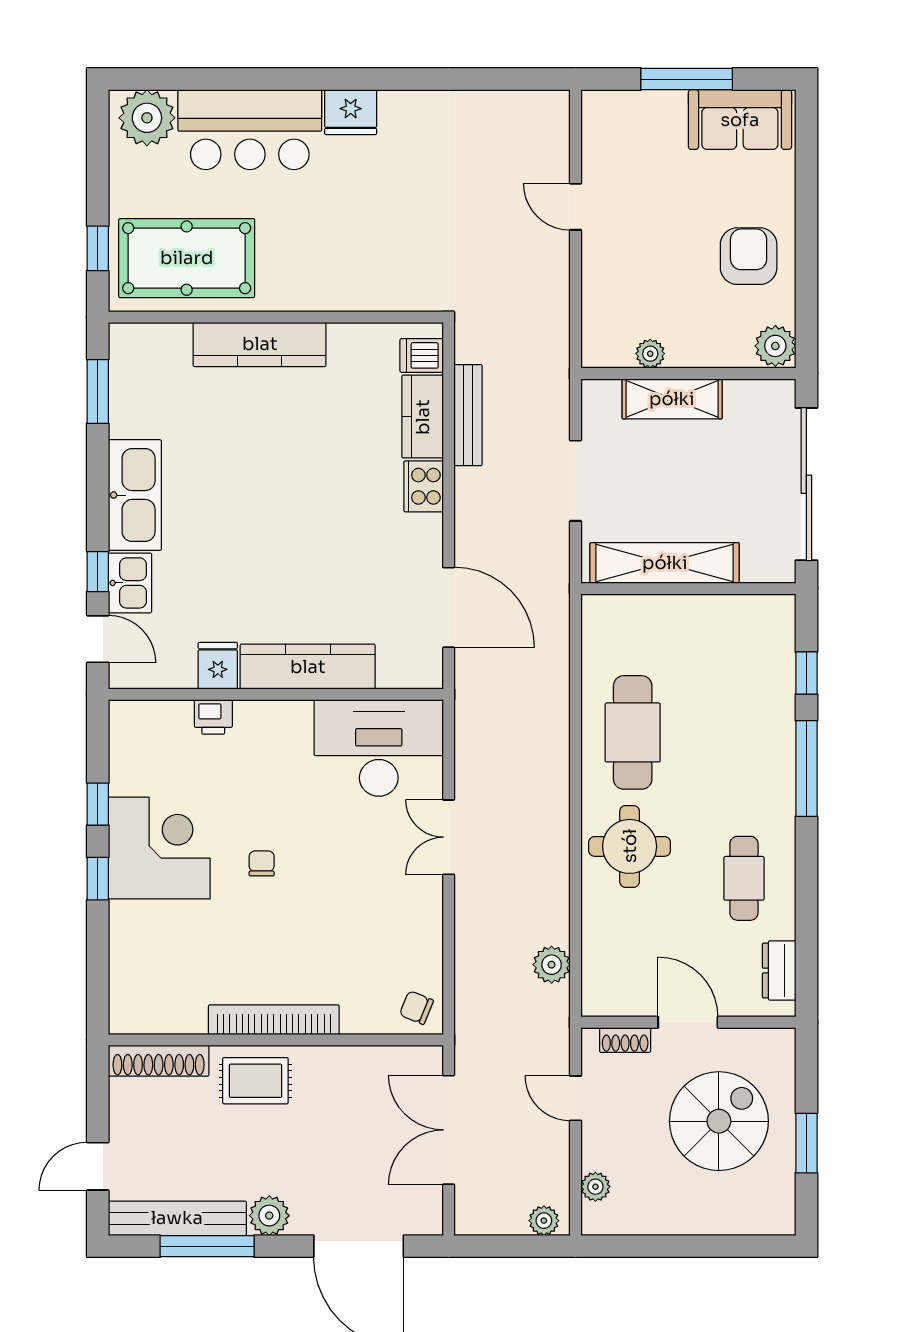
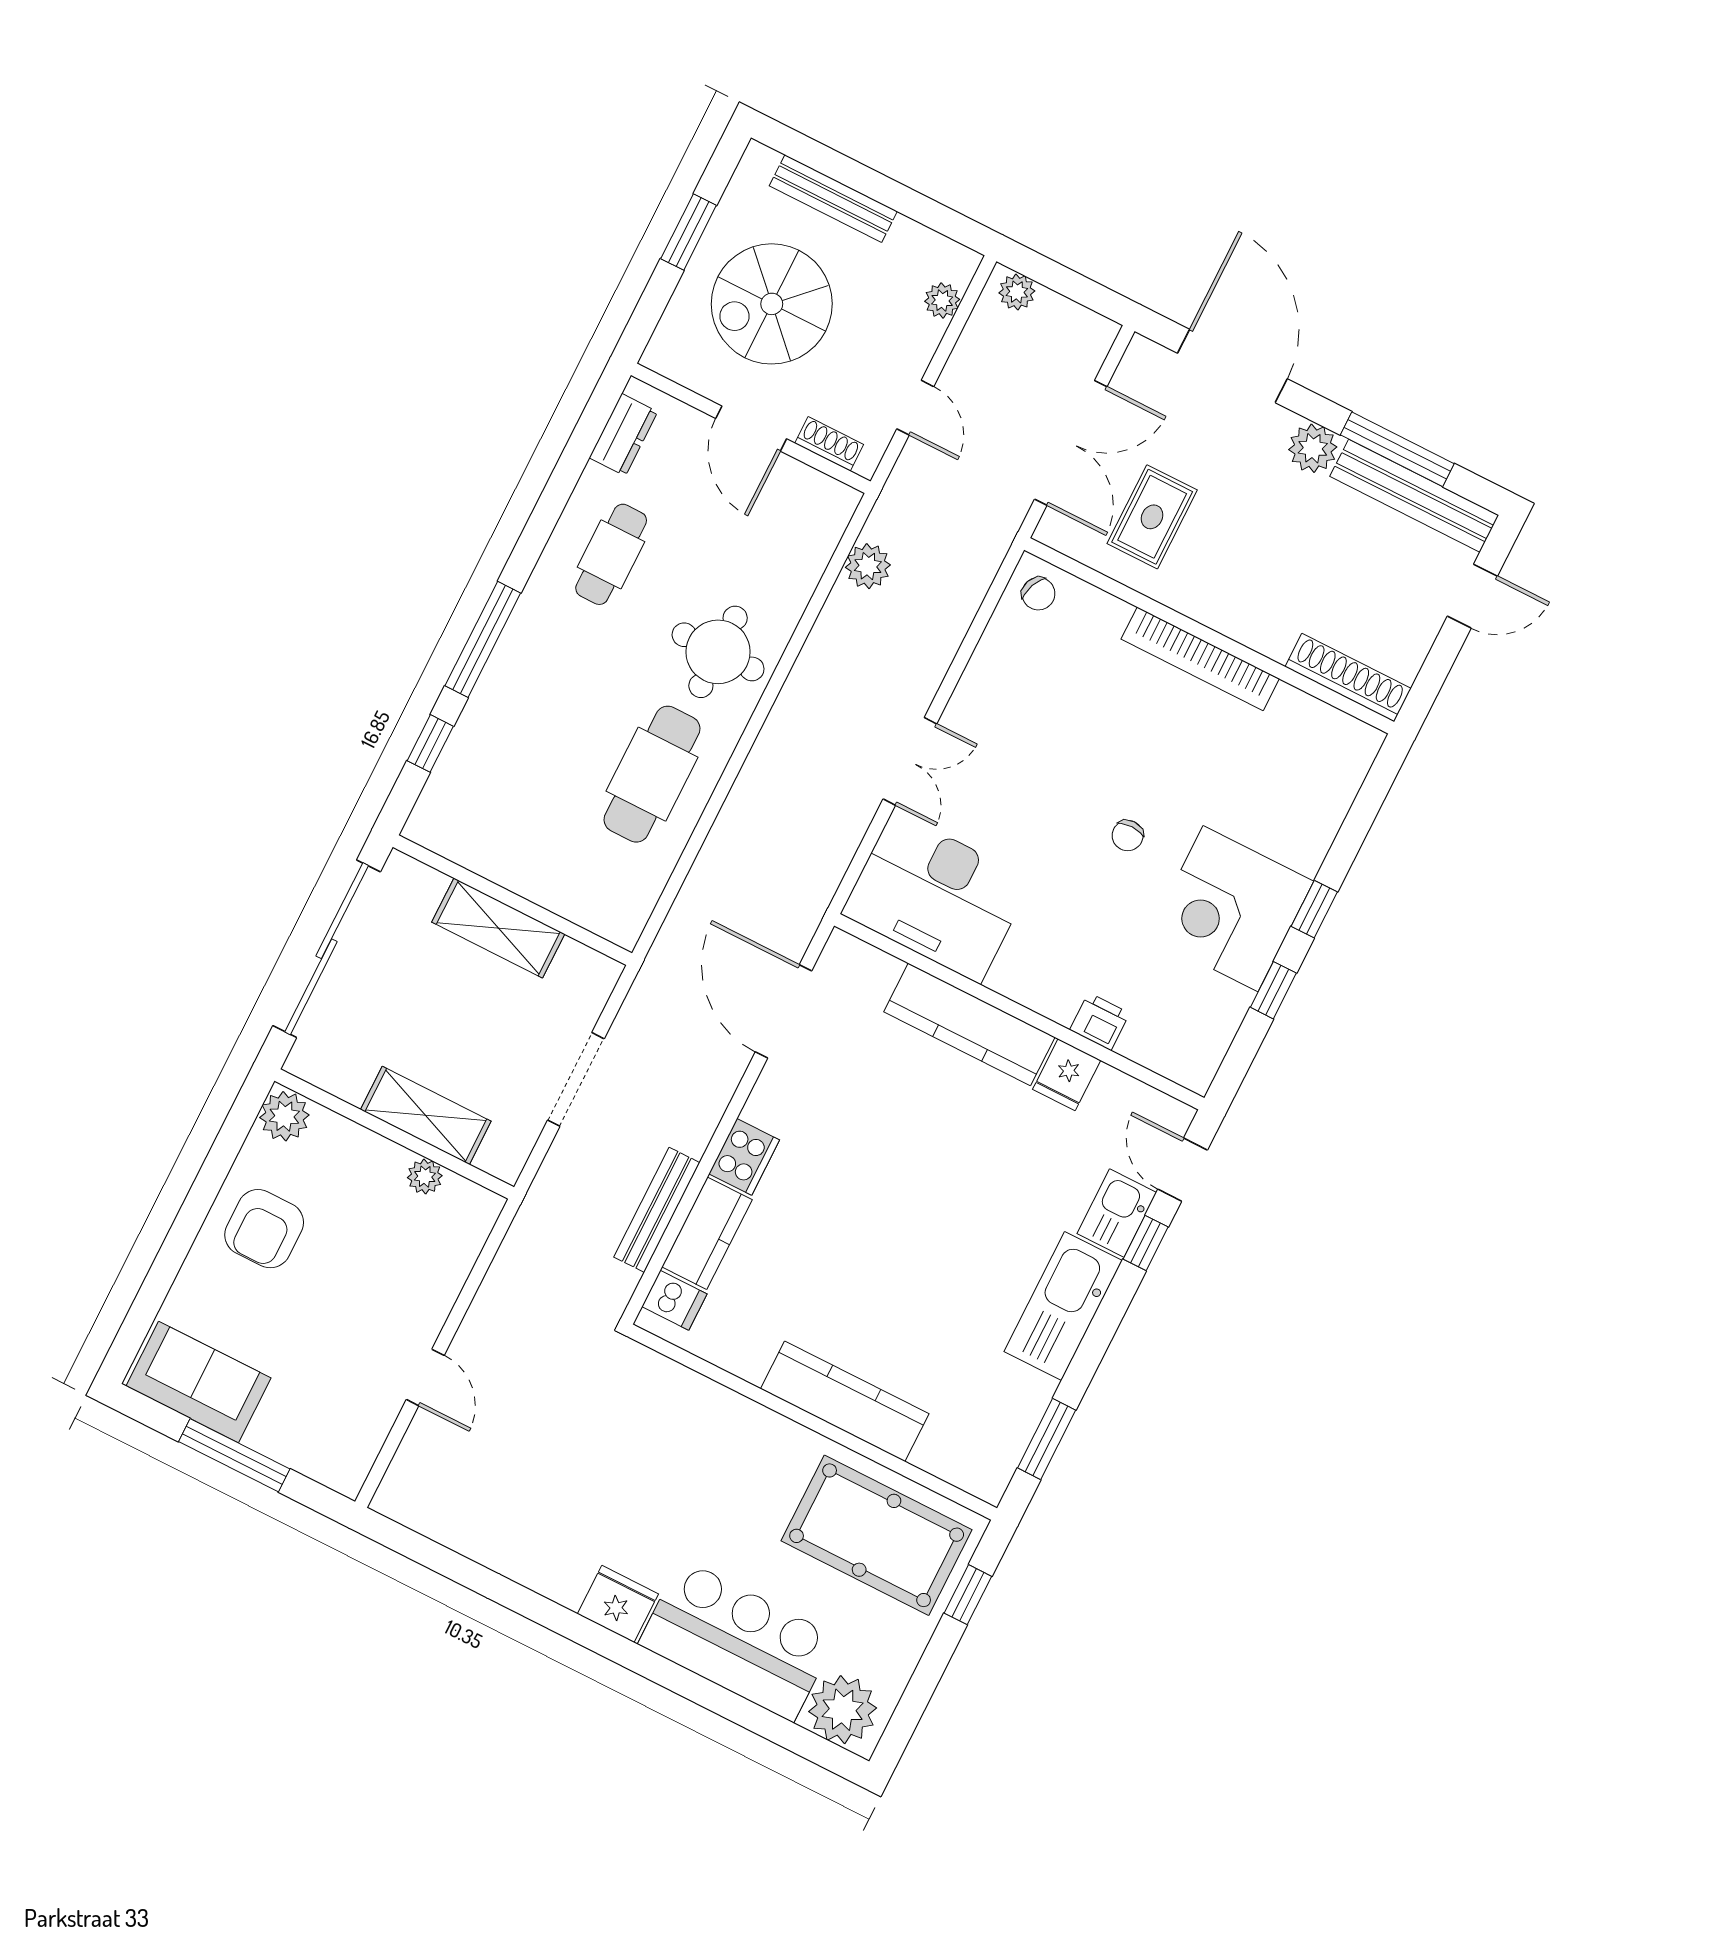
shelving: (665, 563) -> (498, 928), width x0.68
rug: (255, 1081) -> (1152, 517), moved, turned 90
bench: (713, 1221) -> (833, 199), added

